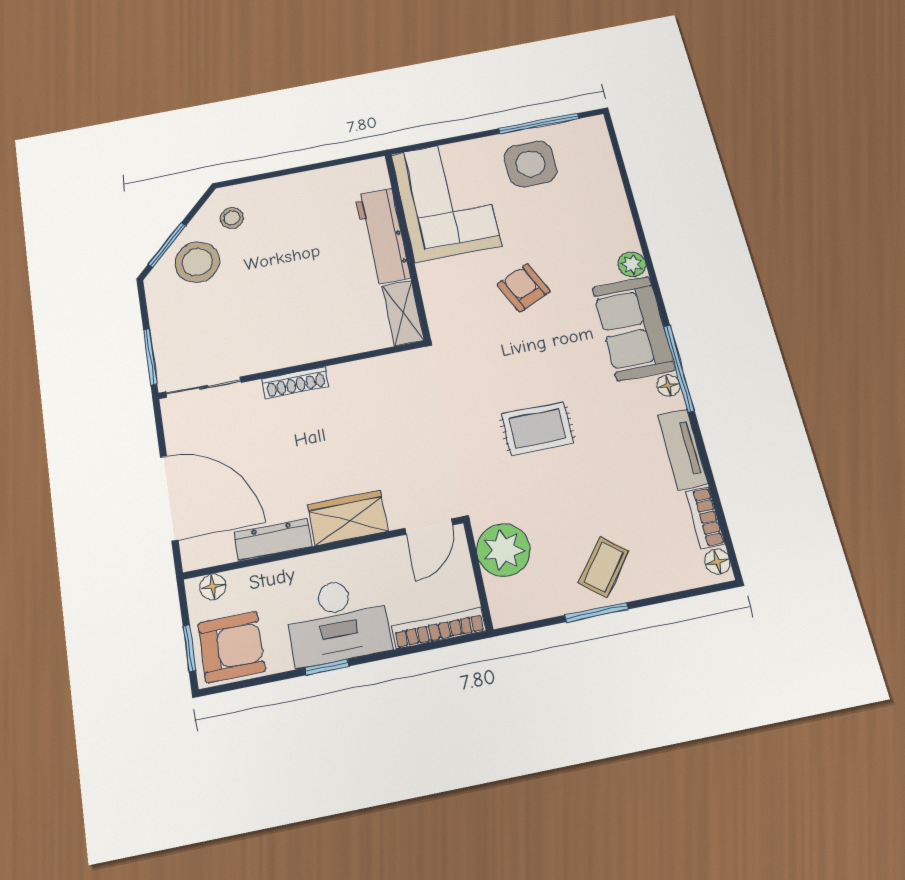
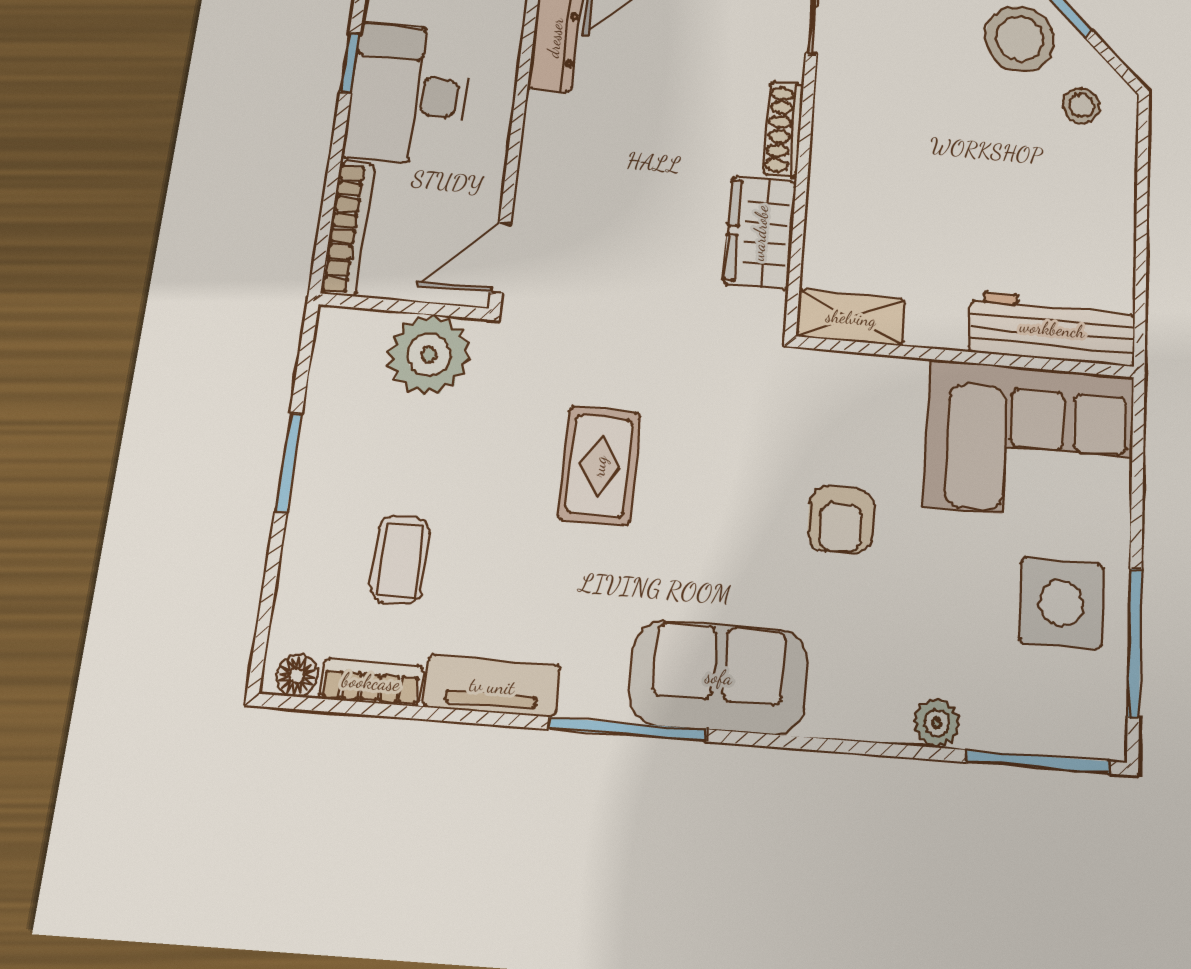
window: (619, 156) -> (1038, 762), added
workbench: (382, 236) -> (1052, 329), moved
plant: (632, 264) -> (937, 723), moved
armchair: (524, 288) -> (841, 520), turned 114
floor lamp: (669, 385) -> (604, 701), removed
wardrobe: (348, 518) -> (760, 233), moved, turned 180
door: (429, 527) -> (501, 258), hinge flipped
coffee table: (604, 567) -> (400, 560), moved, turned 51

